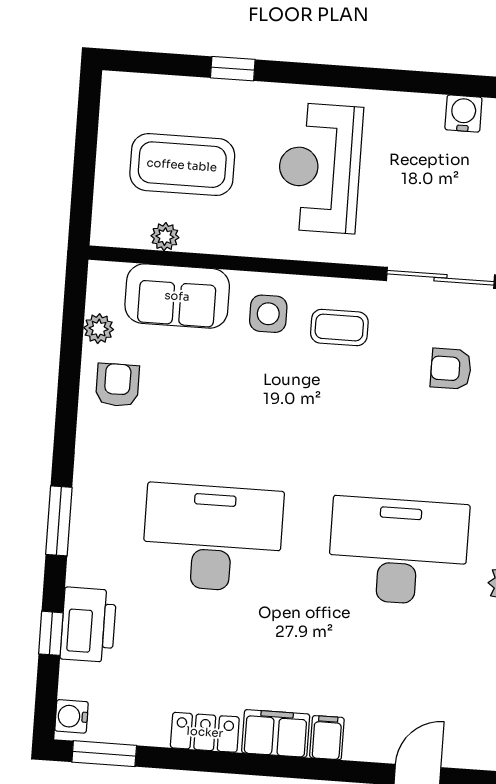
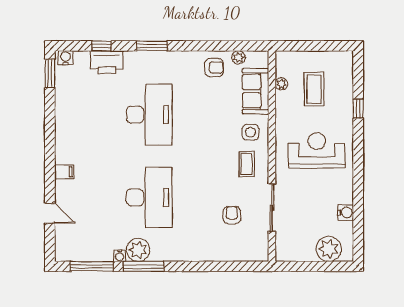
coffee table: (182, 165) -> (314, 89), width x0.73, depth x0.76
locker: (205, 732) -> (63, 117), removed
filing cabinet: (276, 733) -> (64, 149), removed

